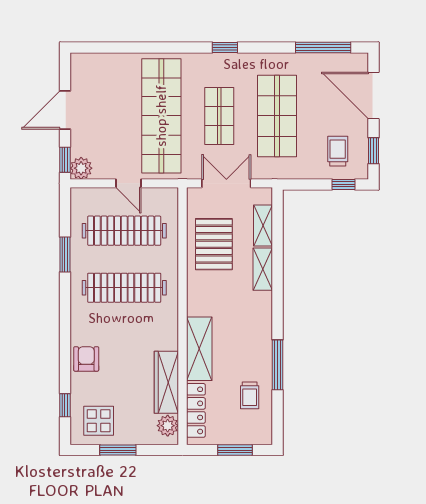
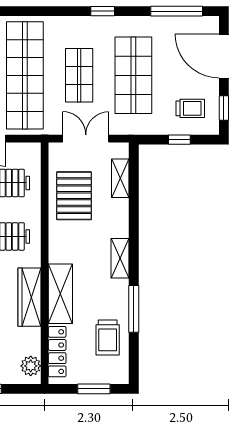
window: (225, 48) -> (103, 11), moved
trolley: (338, 151) -> (190, 108), turned 90
window: (344, 184) -> (179, 140), moved
shelving: (263, 269) -> (120, 258), moved
wardrobe: (166, 382) -> (29, 297), moved
trolley: (250, 395) -> (108, 338), width x1.36, depth x1.39

